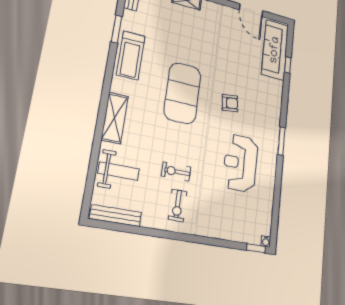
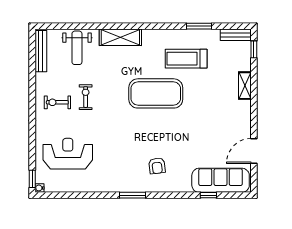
treadmill: (131, 55) -> (186, 59), moved
armchair: (230, 103) -> (157, 166), moved
reception desk: (240, 163) -> (68, 154), moved

